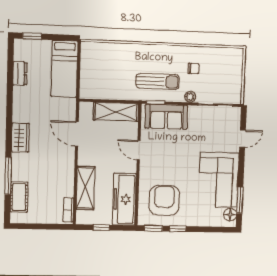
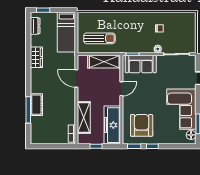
dresser: (20, 73) -> (35, 26), moved
sun lounger: (158, 81) -> (99, 38), moved
wardrobe: (20, 138) -> (36, 57), moved
door: (139, 150) -> (121, 89), swing flipped
cot: (19, 197) -> (36, 105), moved

